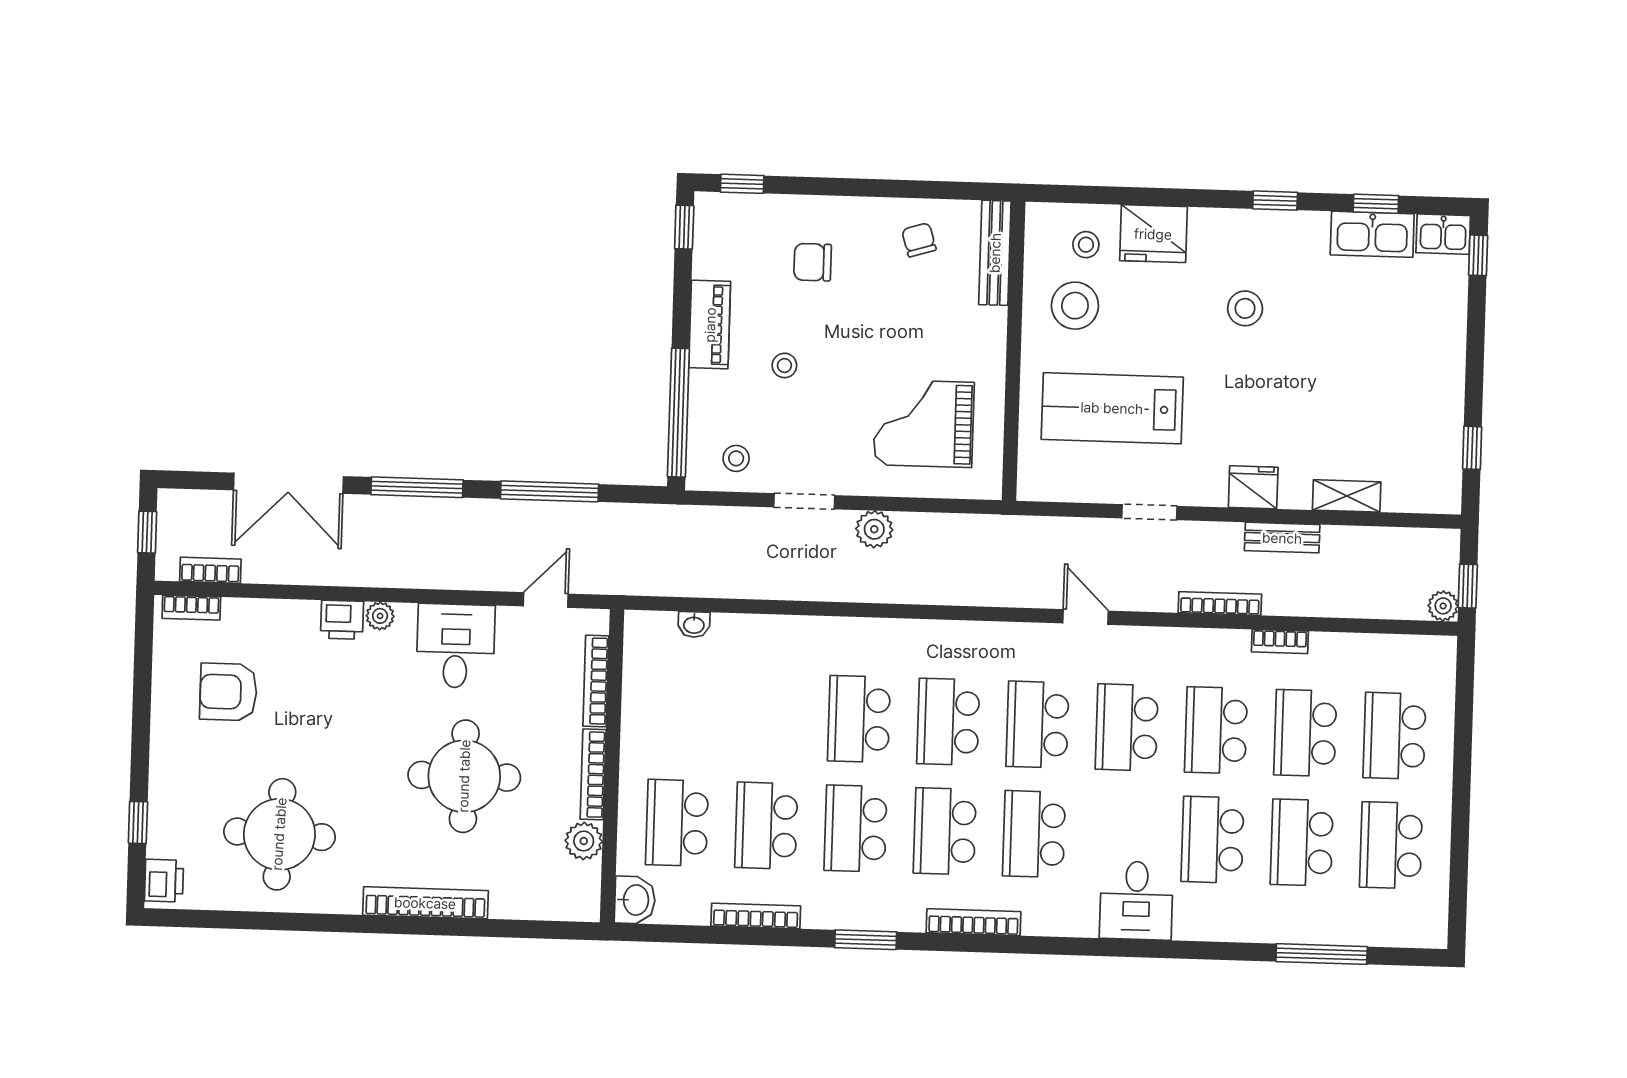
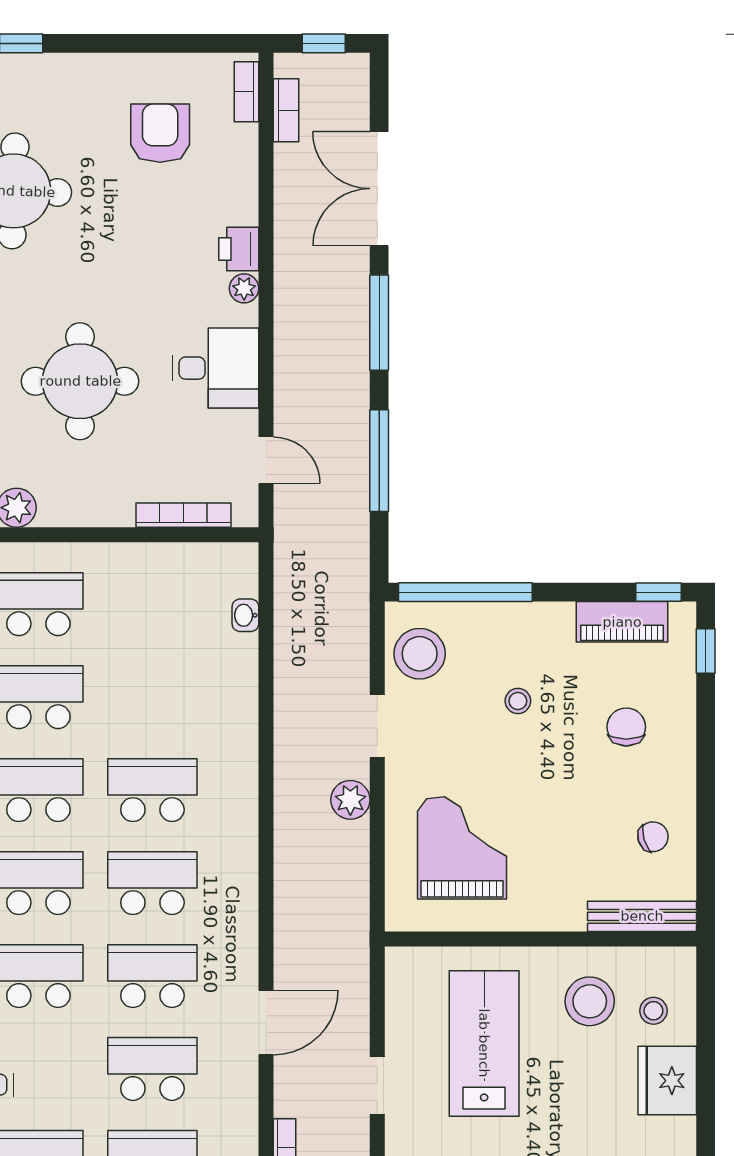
piano: (710, 325) -> (622, 622), moved
stool: (736, 458) -> (420, 654), width x1.89, depth x1.89
door: (1085, 617) -> (266, 1022), width x1.38
bookcase: (593, 774) -> (86, 515), removed

